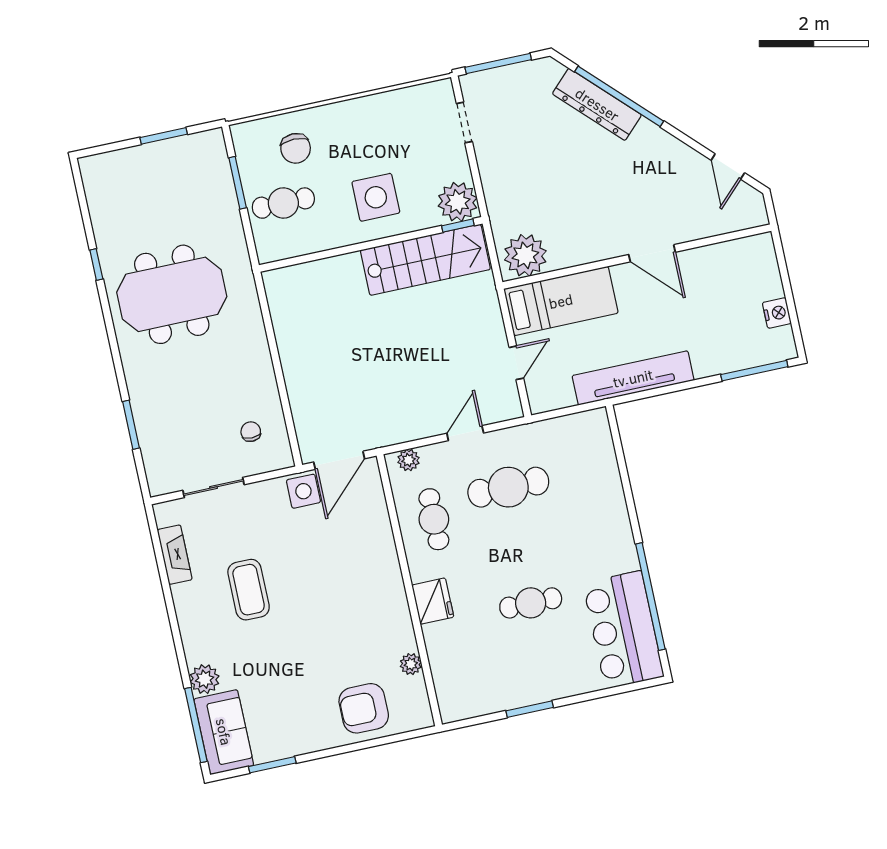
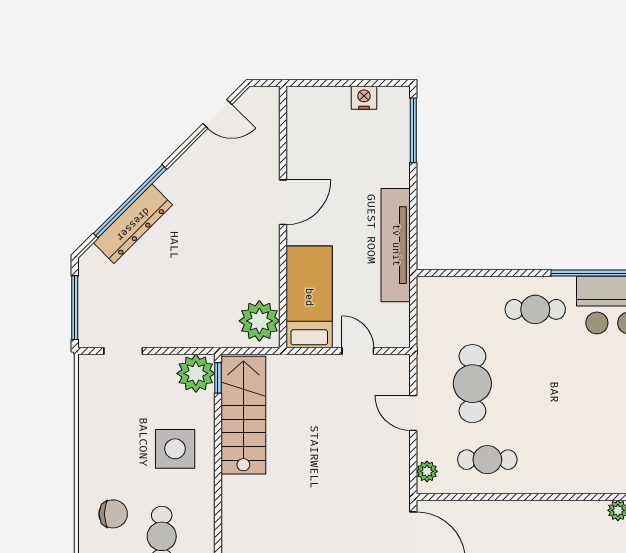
fridge: (433, 601) -> (564, 477), removed
cafe table: (531, 603) -> (535, 309), moved, turned 90

